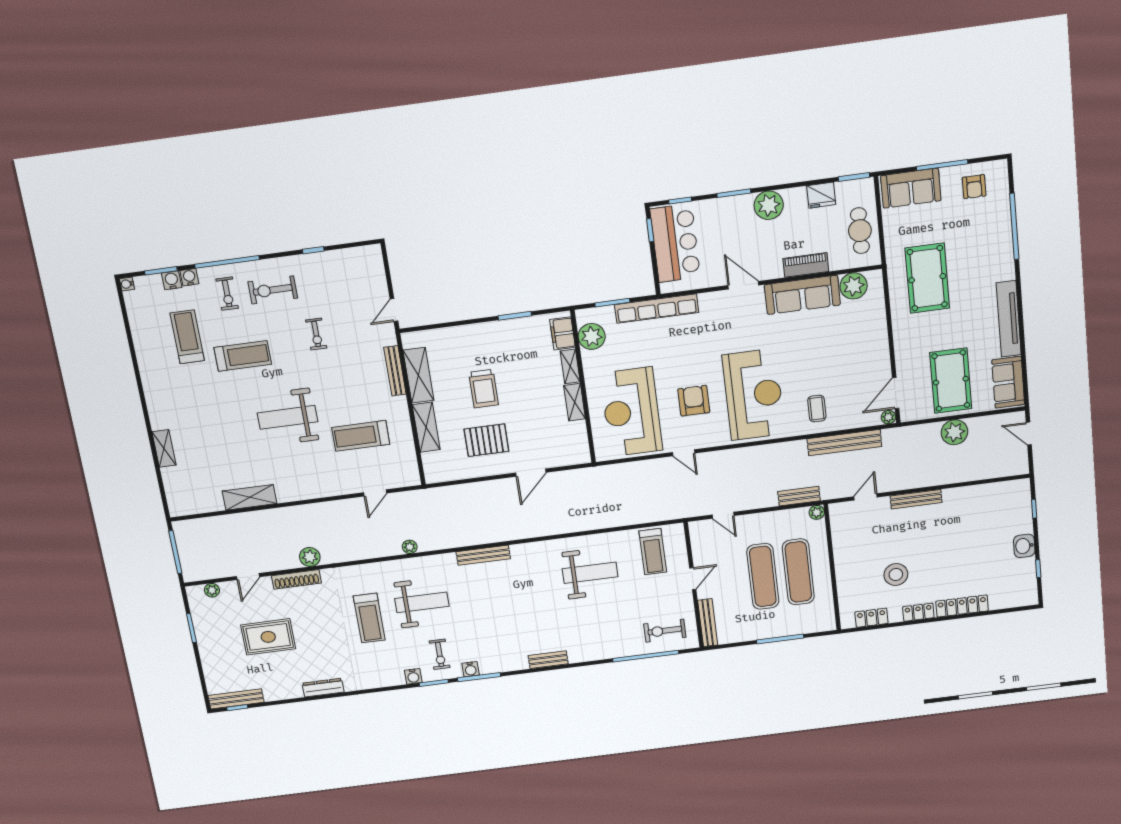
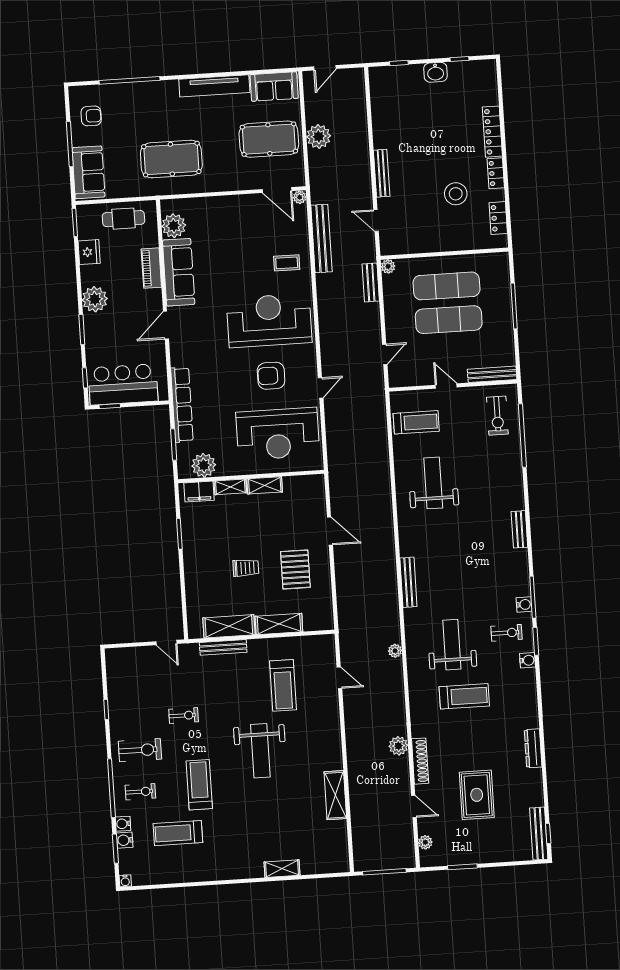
exercise bike: (273, 290) -> (140, 750), turned -90
trolley: (484, 389) -> (246, 568), width x0.73, depth x0.72

